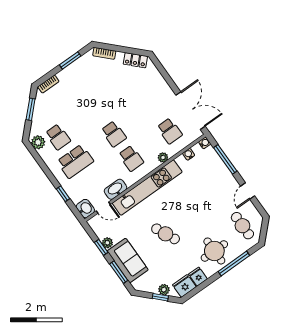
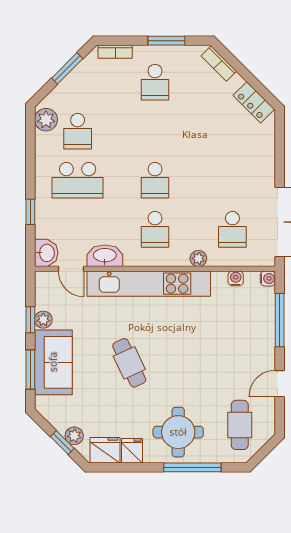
school desk: (79, 85) -> (155, 82), added

